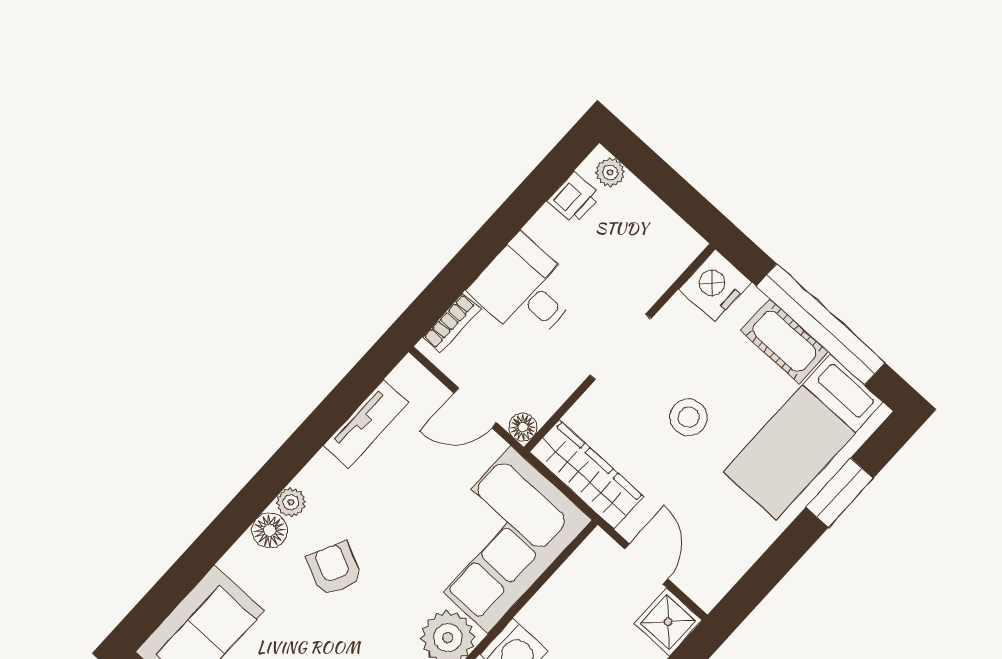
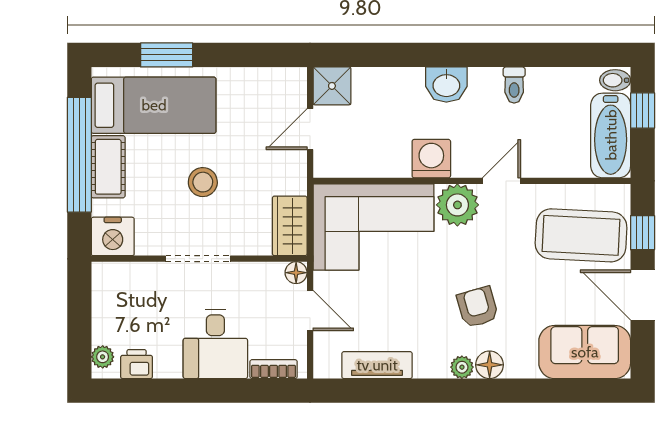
wardrobe: (587, 474) -> (290, 226), width x0.67
armchair: (334, 569) -> (478, 307), turned 138

